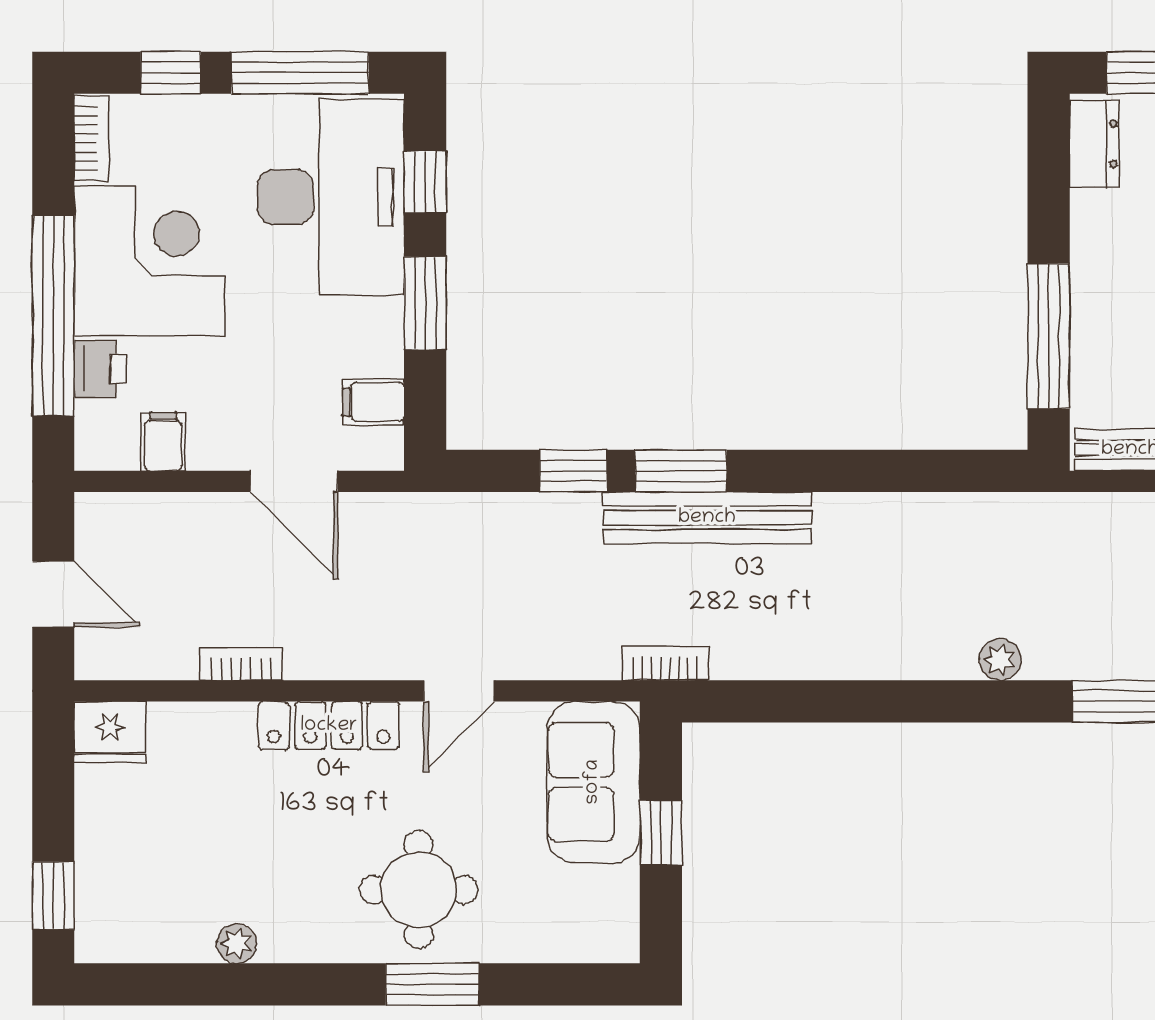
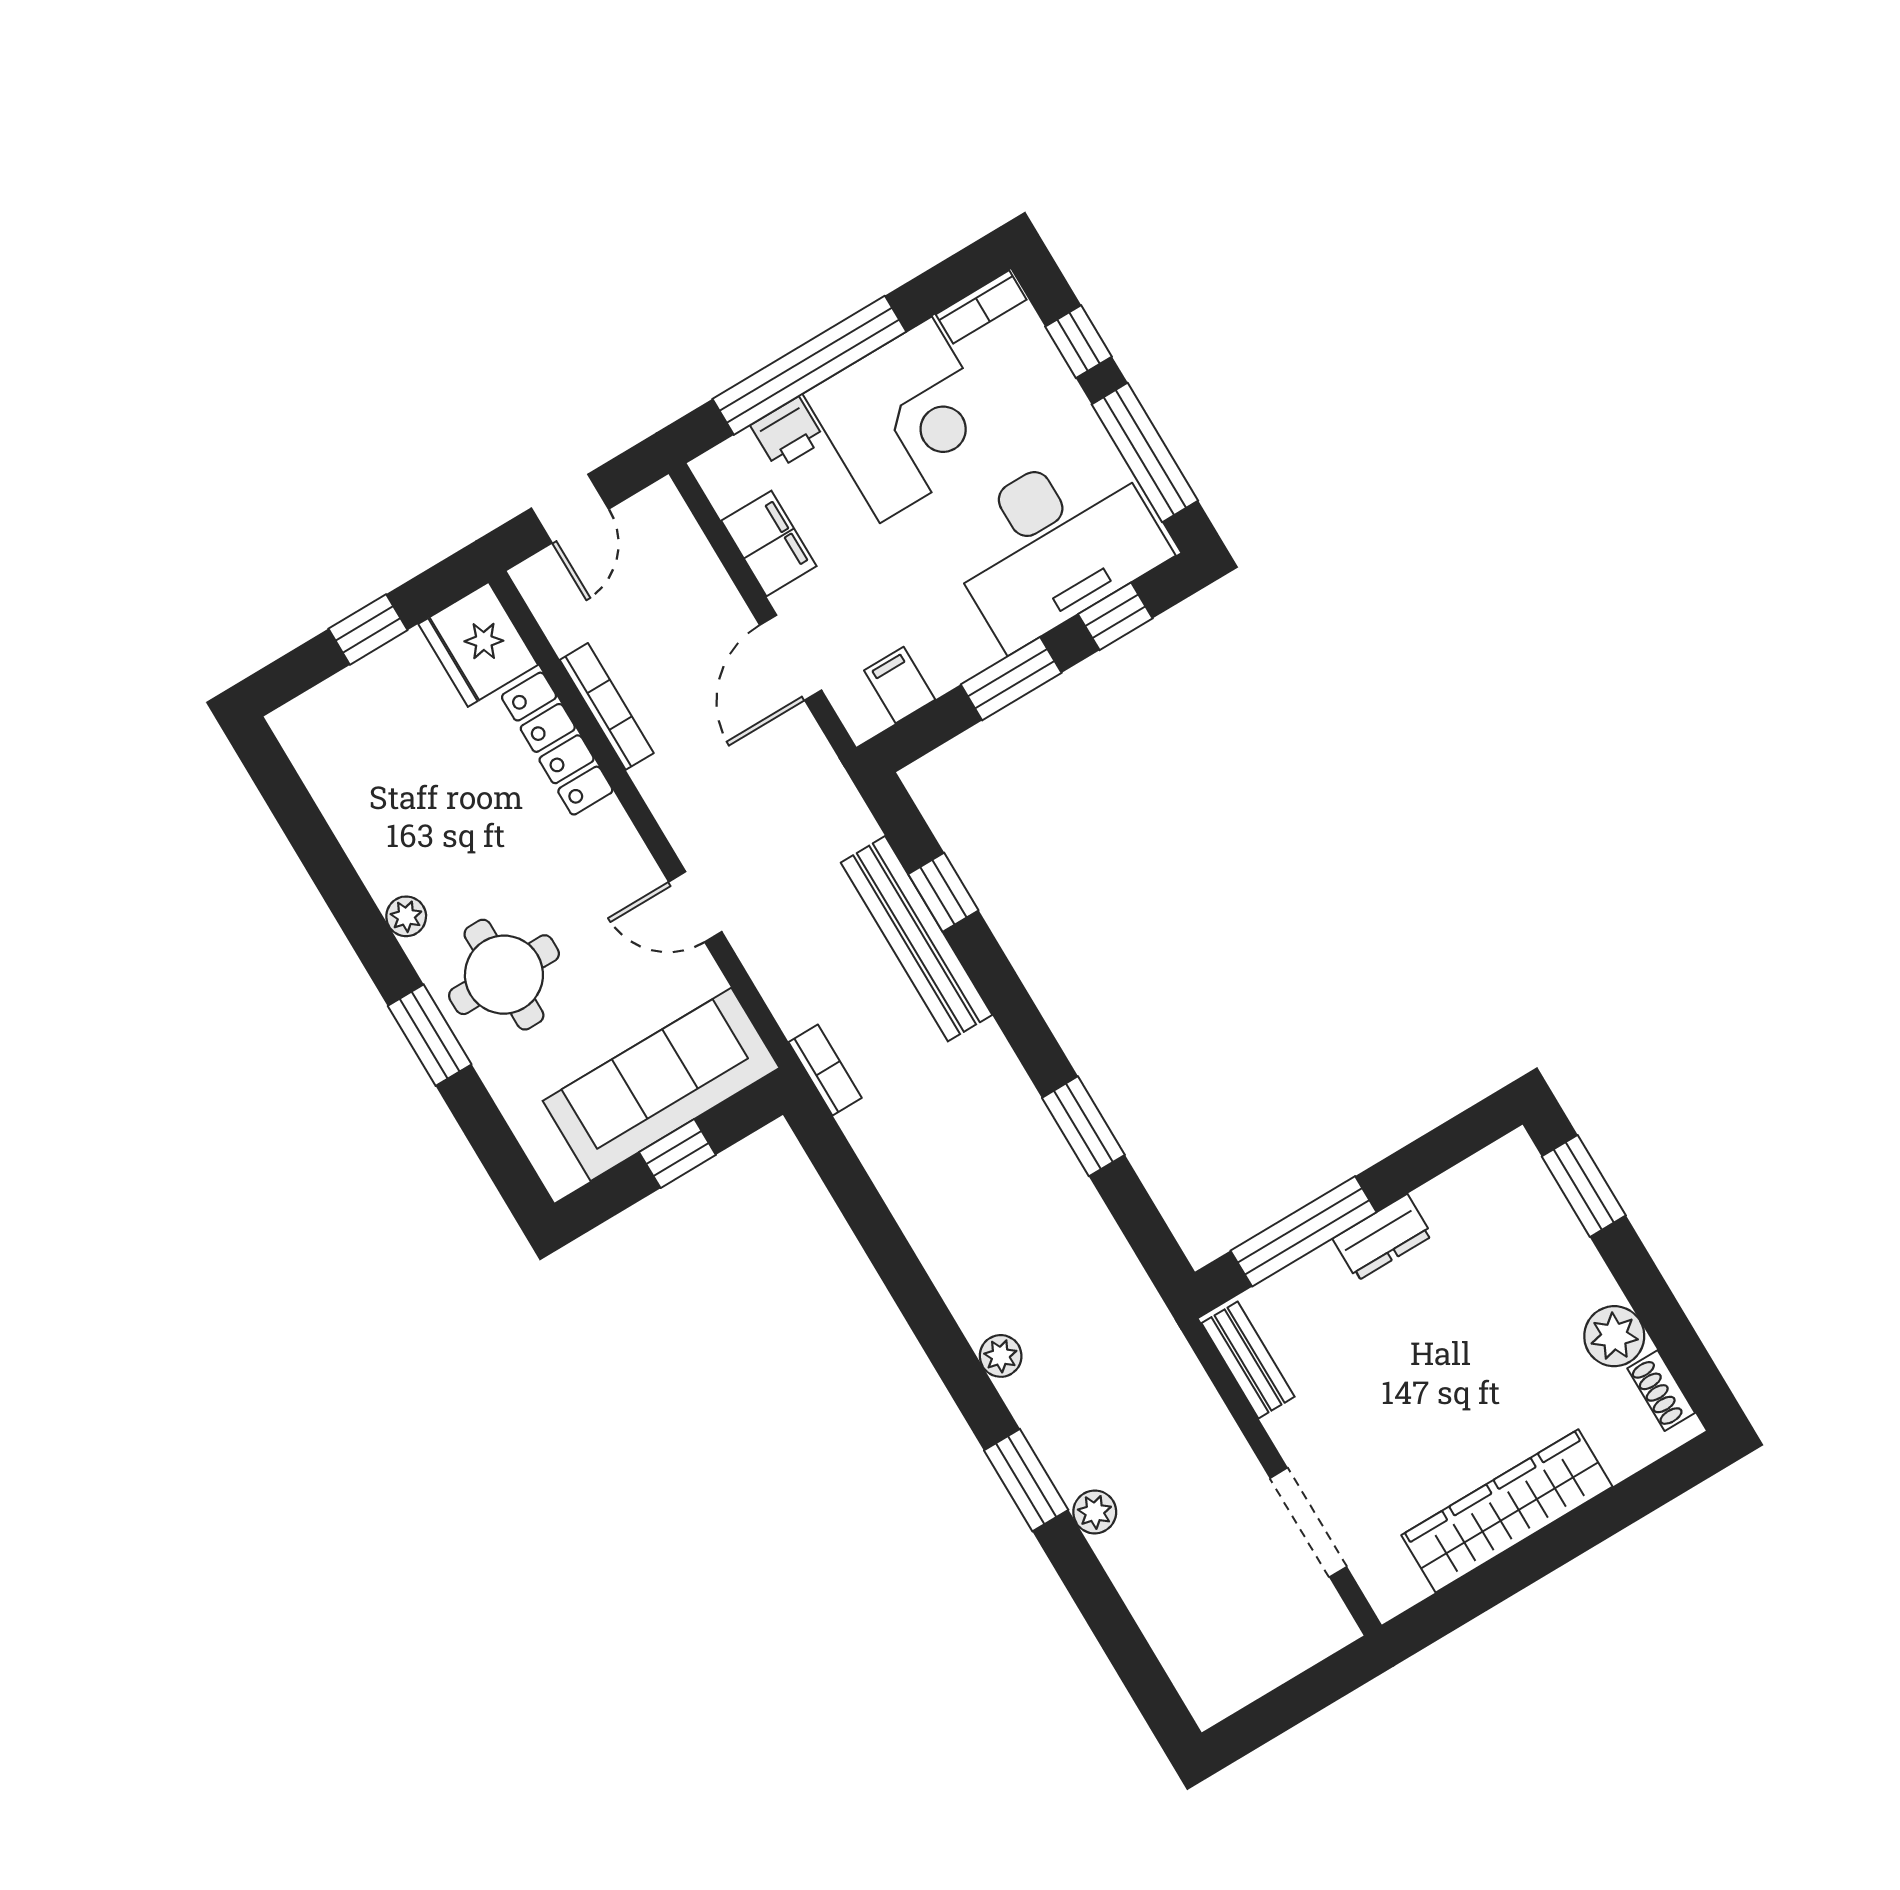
dresser: (1094, 144) -> (1382, 1237), moved
filing cabinet: (163, 442) -> (769, 543), width x2.00
window: (681, 471) -> (1083, 1126), moved
bench: (707, 518) -> (916, 939), moved
bookcase: (242, 664) -> (607, 706), width x1.56
locker: (329, 726) -> (557, 744), moved
fridge: (110, 732) -> (478, 644), width x1.36, depth x1.34
sofa: (593, 782) -> (661, 1084), width x1.36
window: (53, 895) -> (368, 629), moved
plant: (237, 944) -> (406, 916), moved

